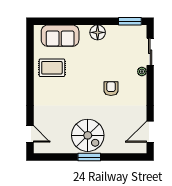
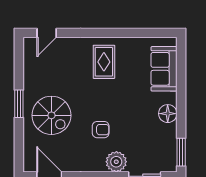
rug: (52, 68) -> (104, 62), moved
plant: (142, 72) -> (116, 162), width x1.88, depth x1.88
spiral stairs: (88, 135) -> (51, 115), moved, turned -90

